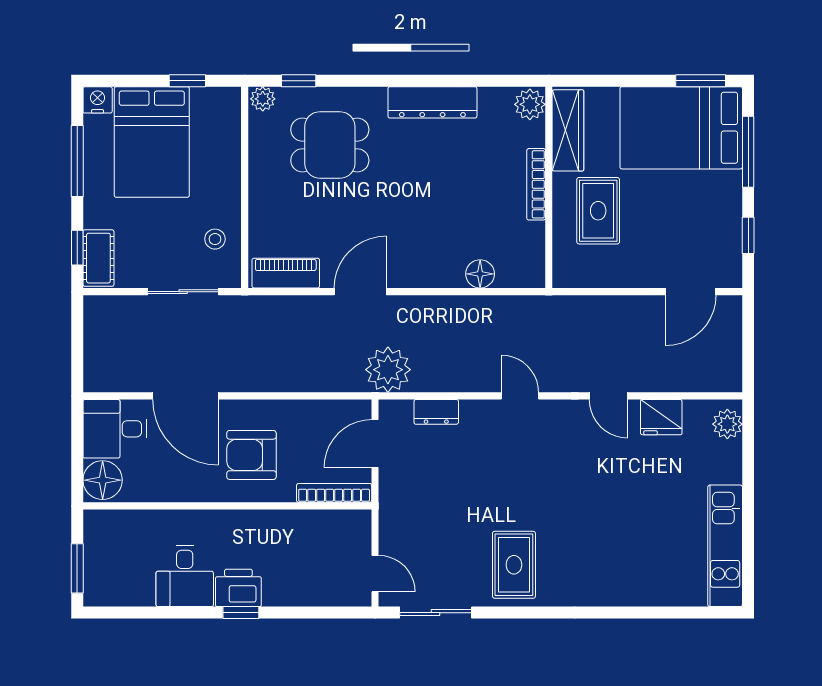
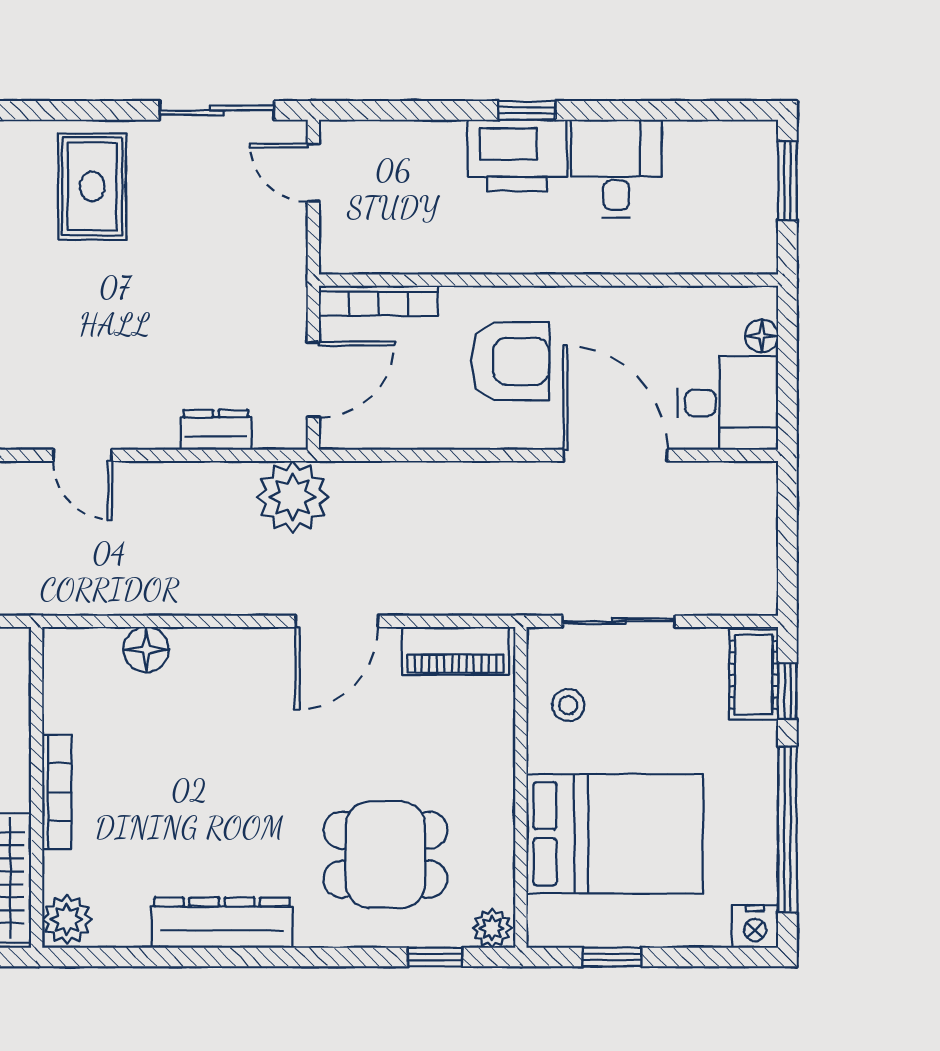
bed: (152, 142) -> (615, 834), moved, turned 90
window: (77, 161) -> (787, 829), width x1.46
floor lamp: (103, 480) -> (762, 336), width x0.53, depth x0.53
printer: (238, 588) -> (517, 155), width x1.37, depth x1.19

